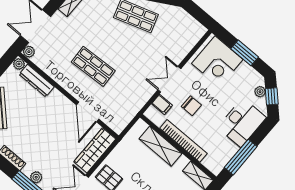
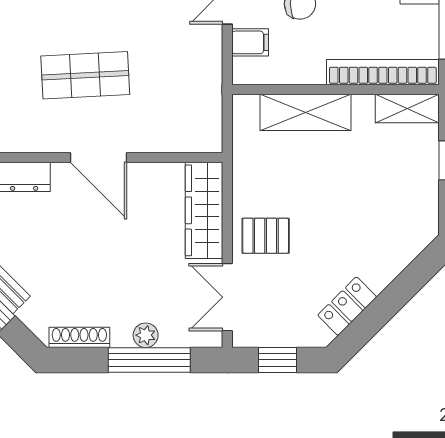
door: (88, 112) -> (98, 158), moved
bookcase: (183, 141) -> (383, 72), moved

